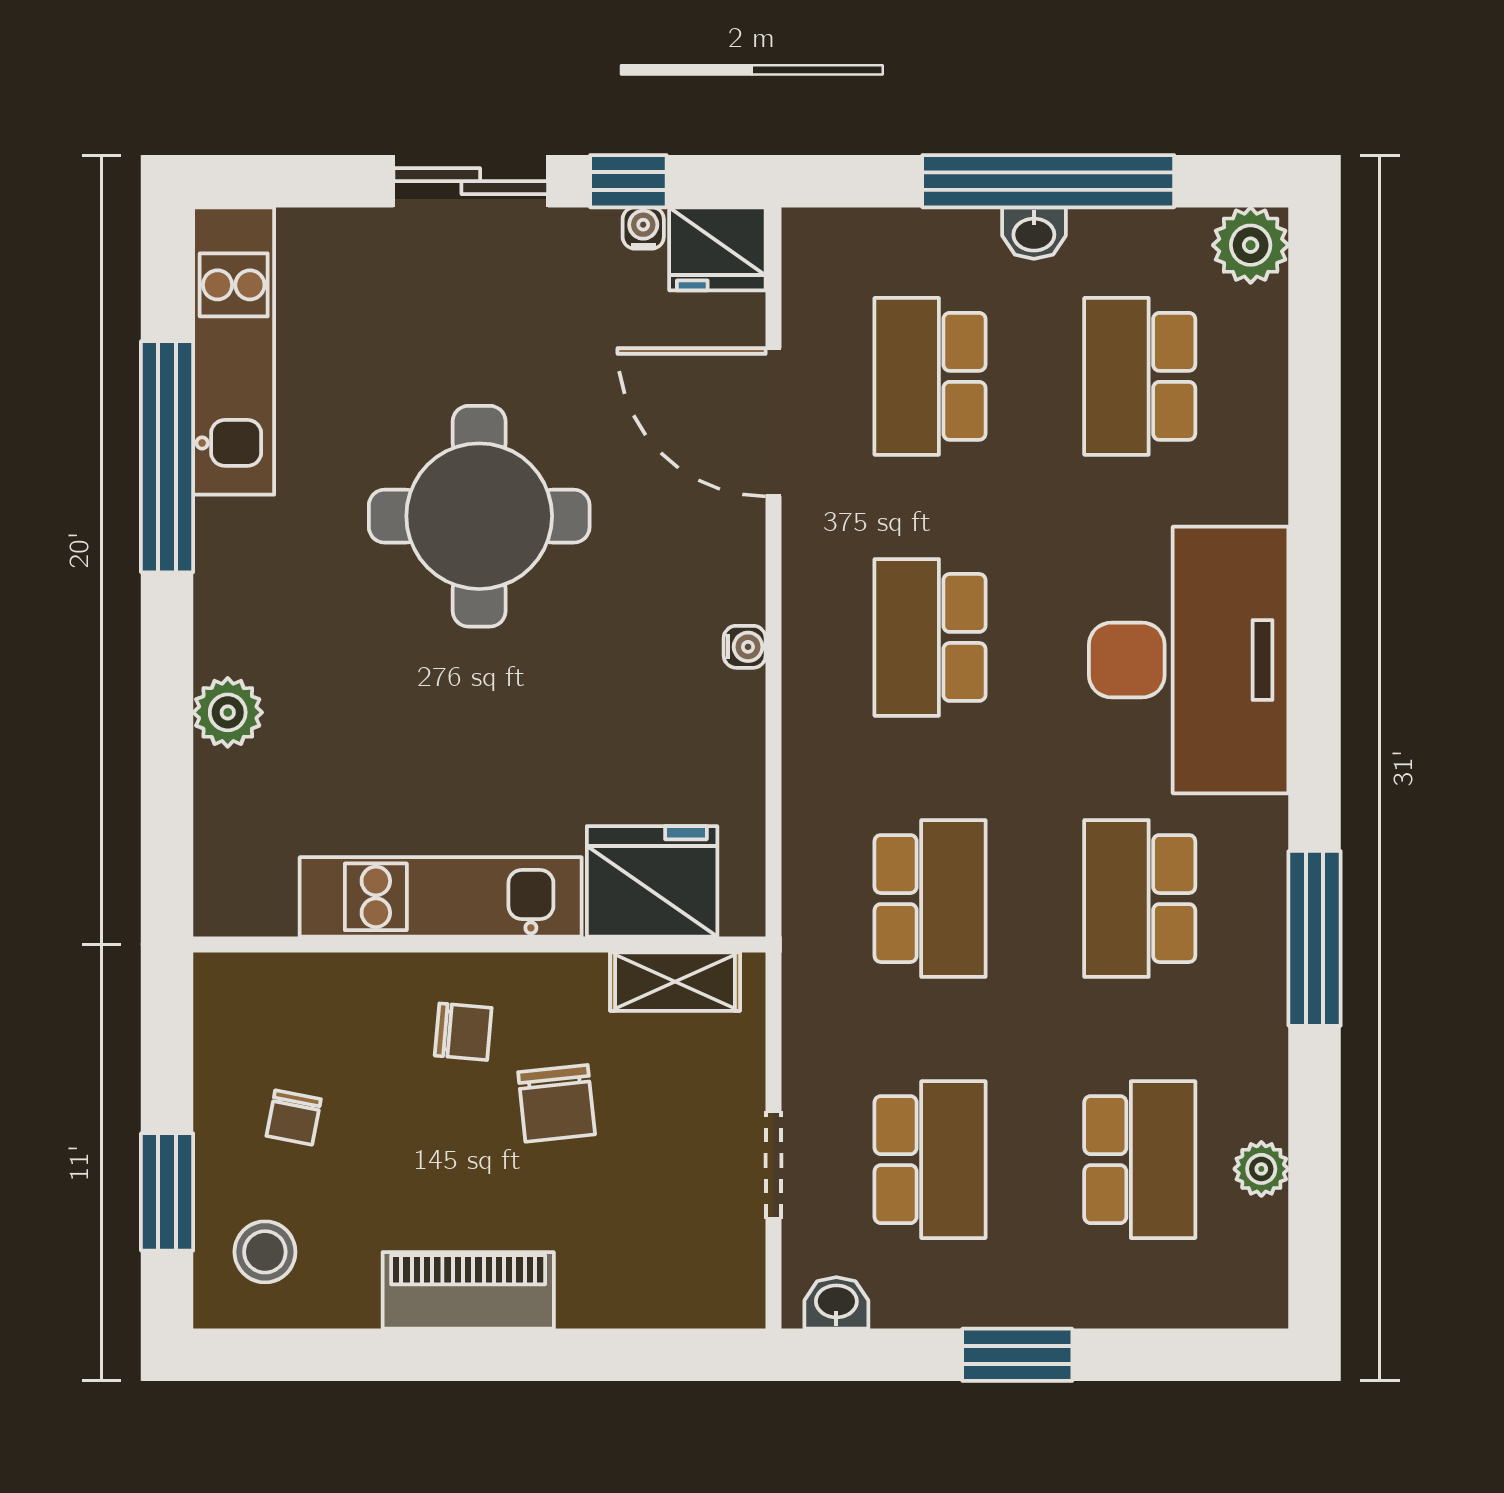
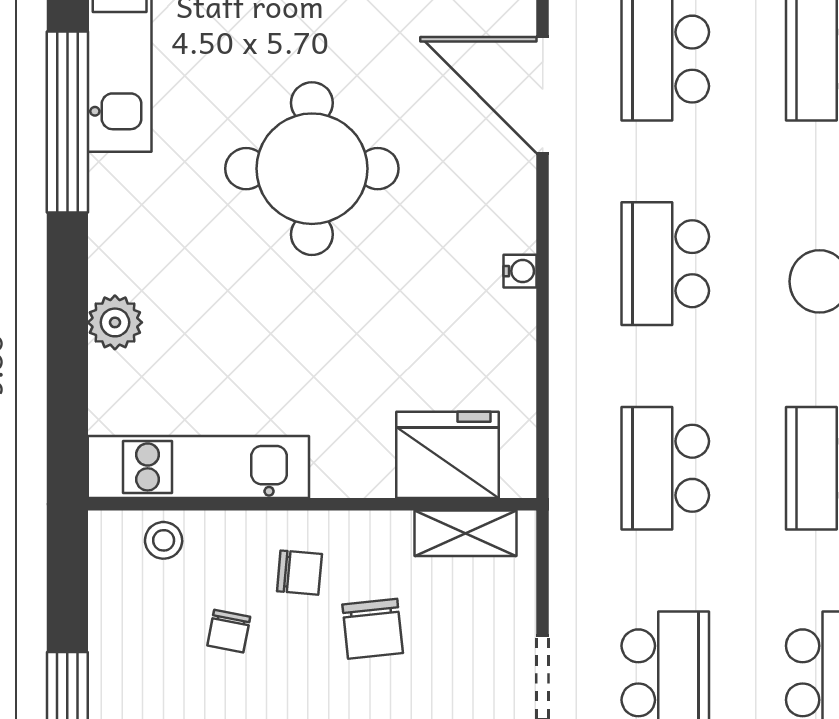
kitchen unit: (441, 897) -> (198, 467), moved
school desk: (930, 899) -> (665, 468), turned 180
stool: (290, 991) -> (164, 540), added
chair: (294, 1118) -> (229, 631), moved

